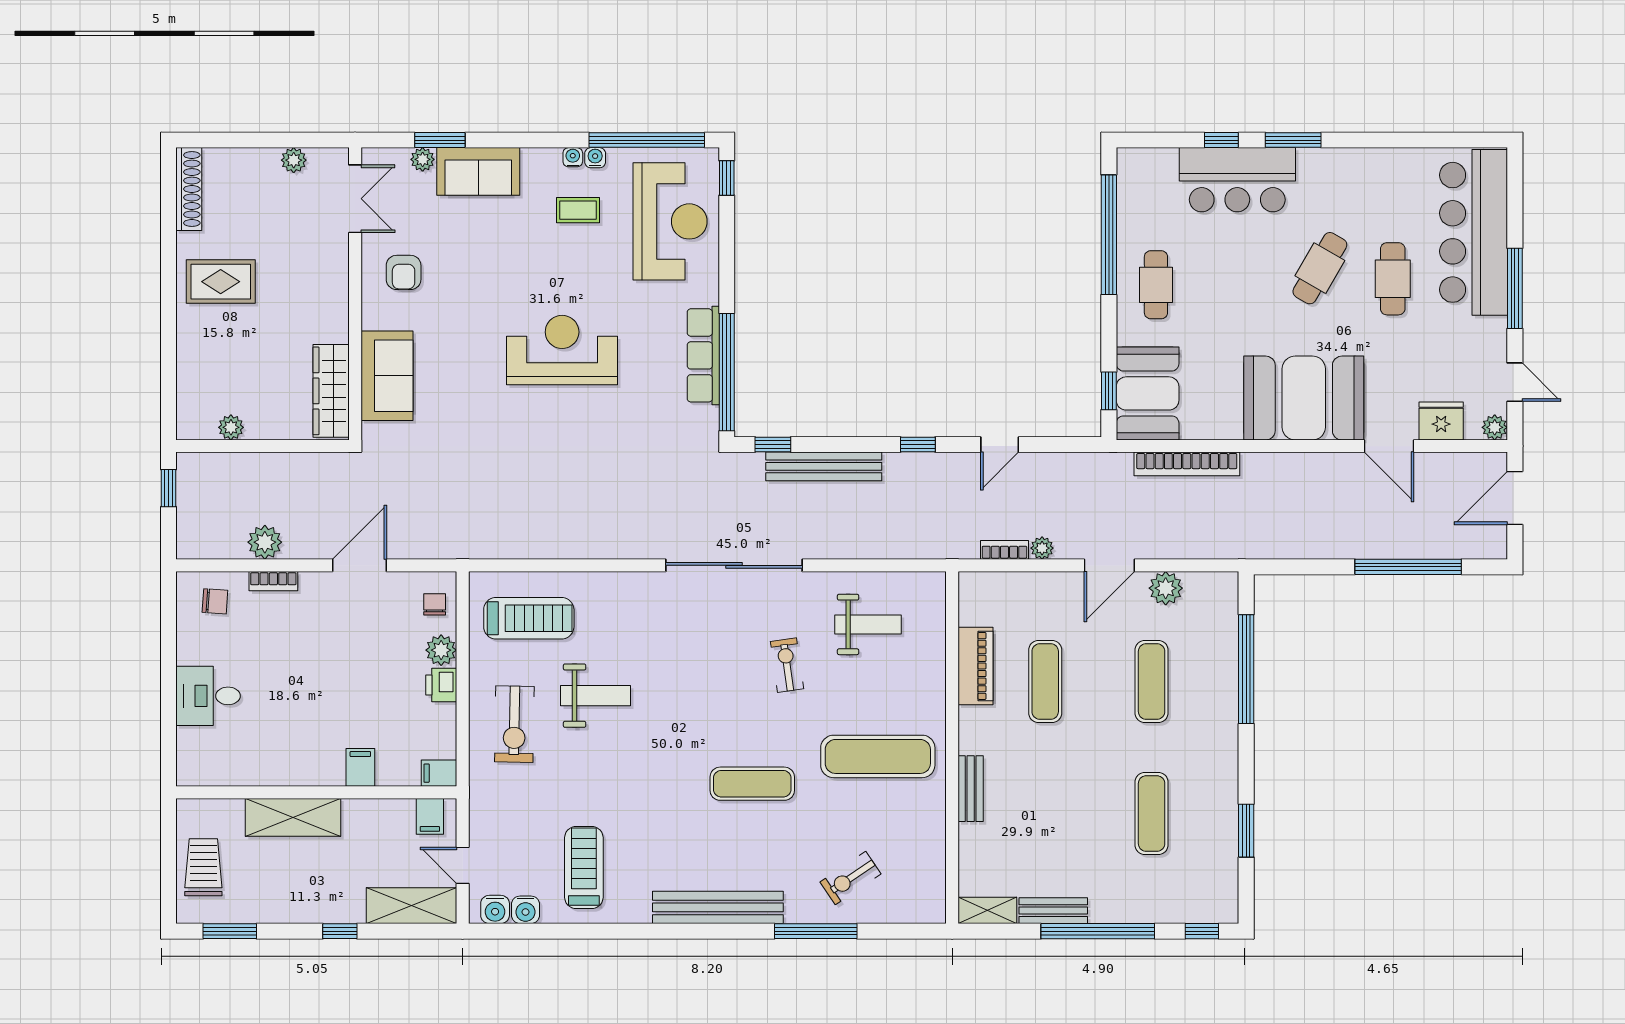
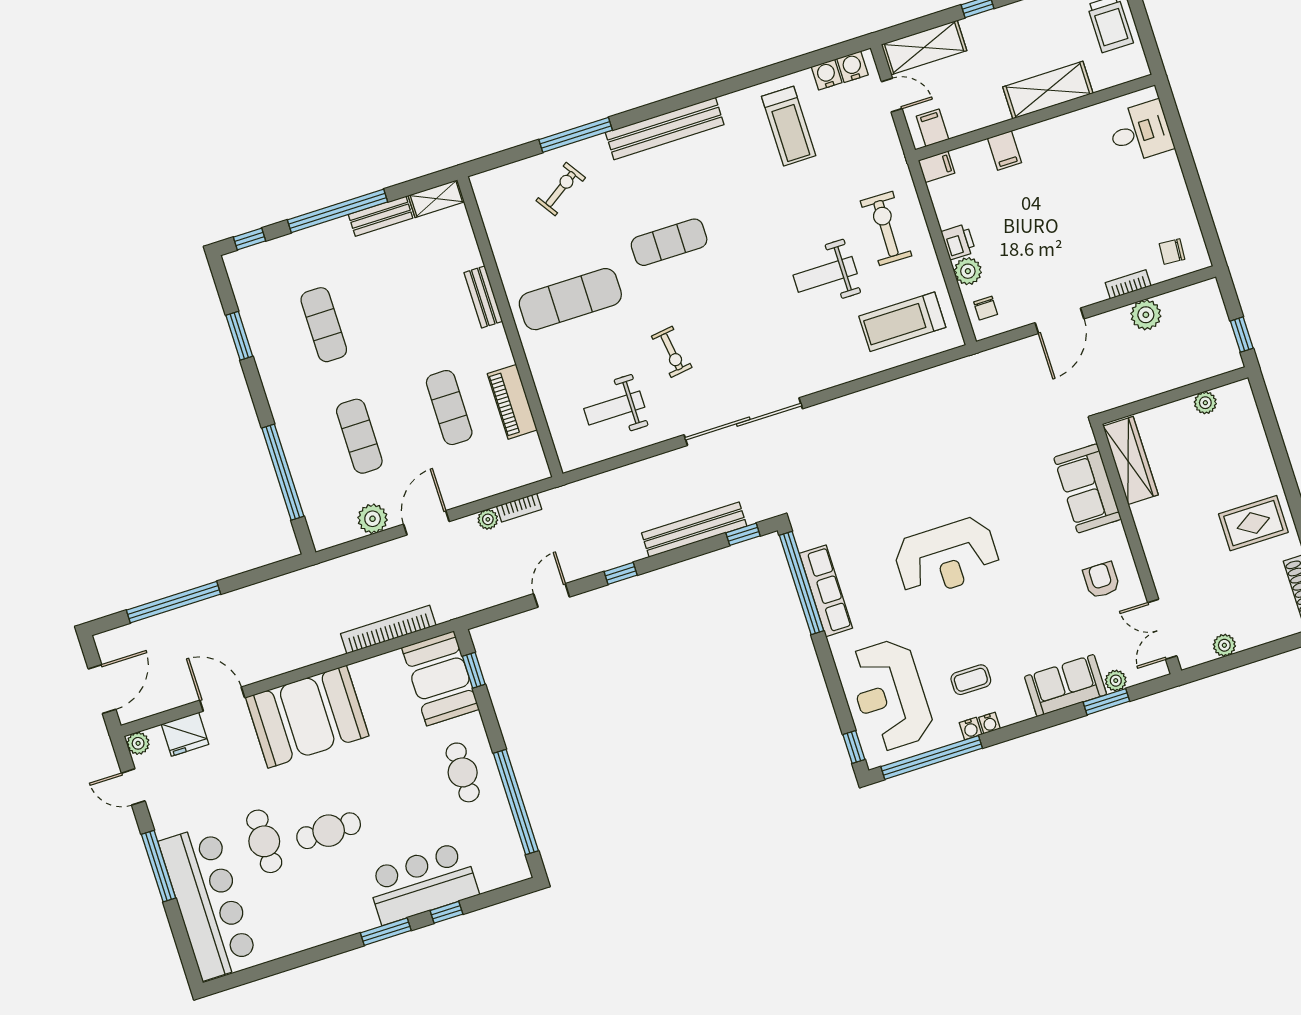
cafe table: (1320, 268) -> (329, 831), turned 60
desk: (208, 696) -> (1140, 132), moved

